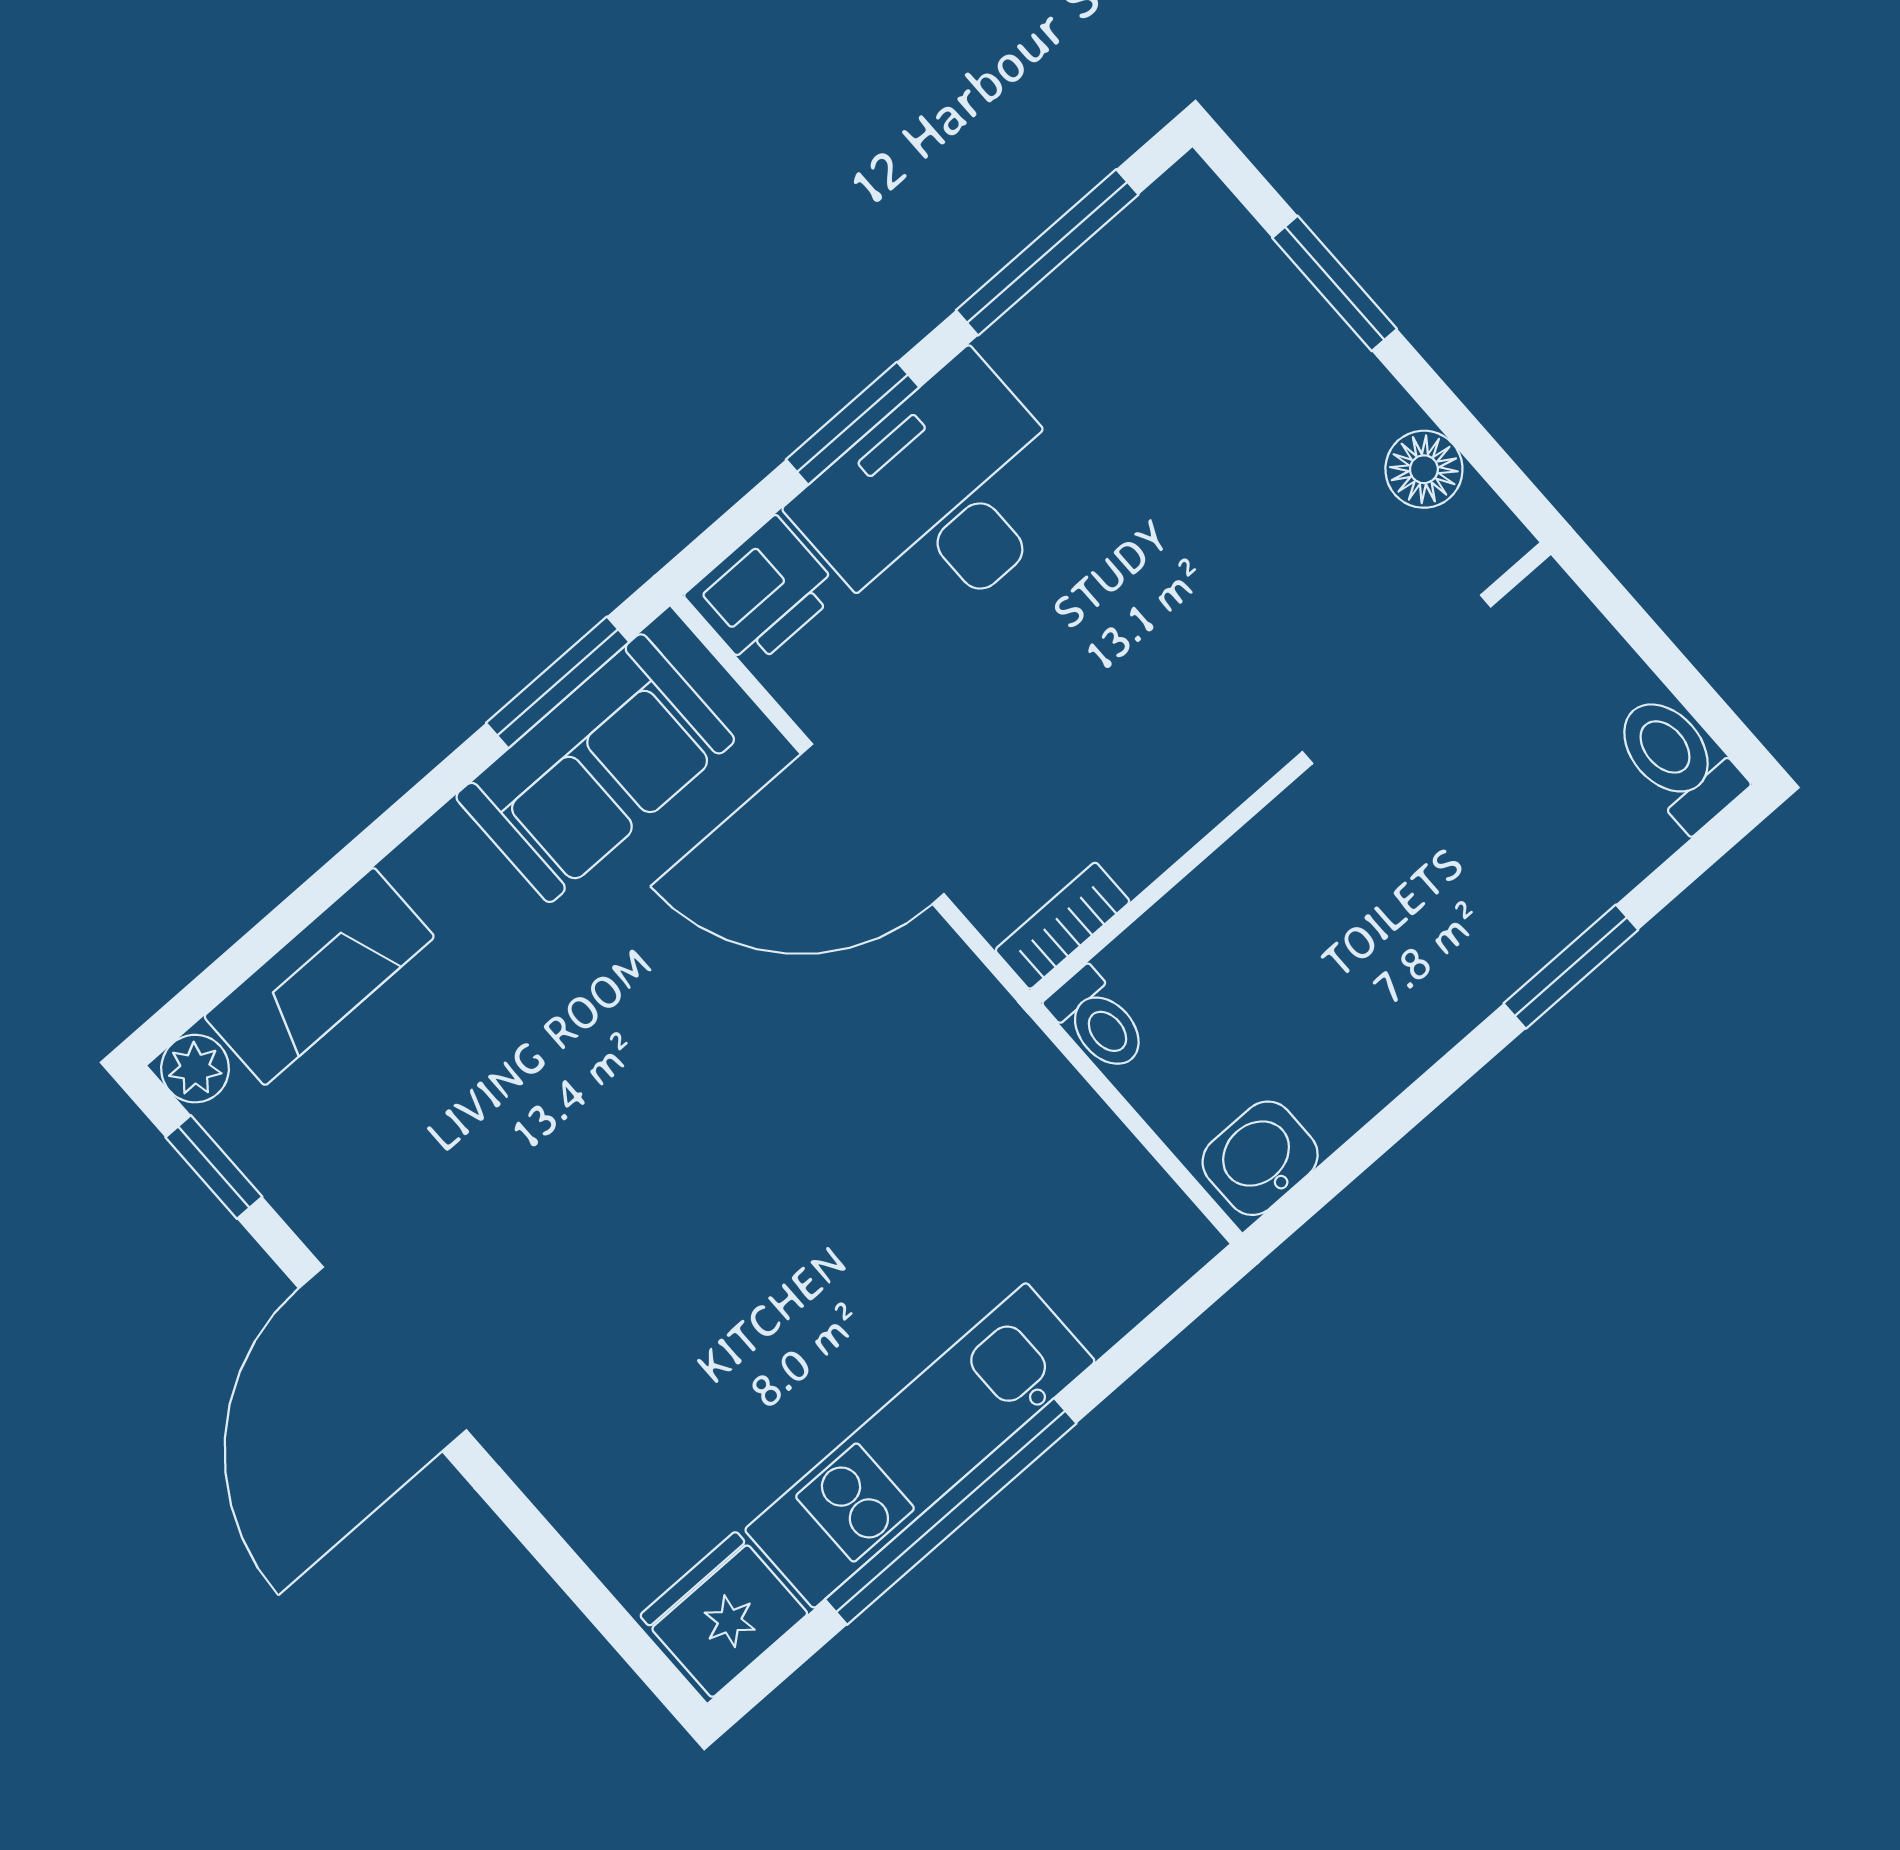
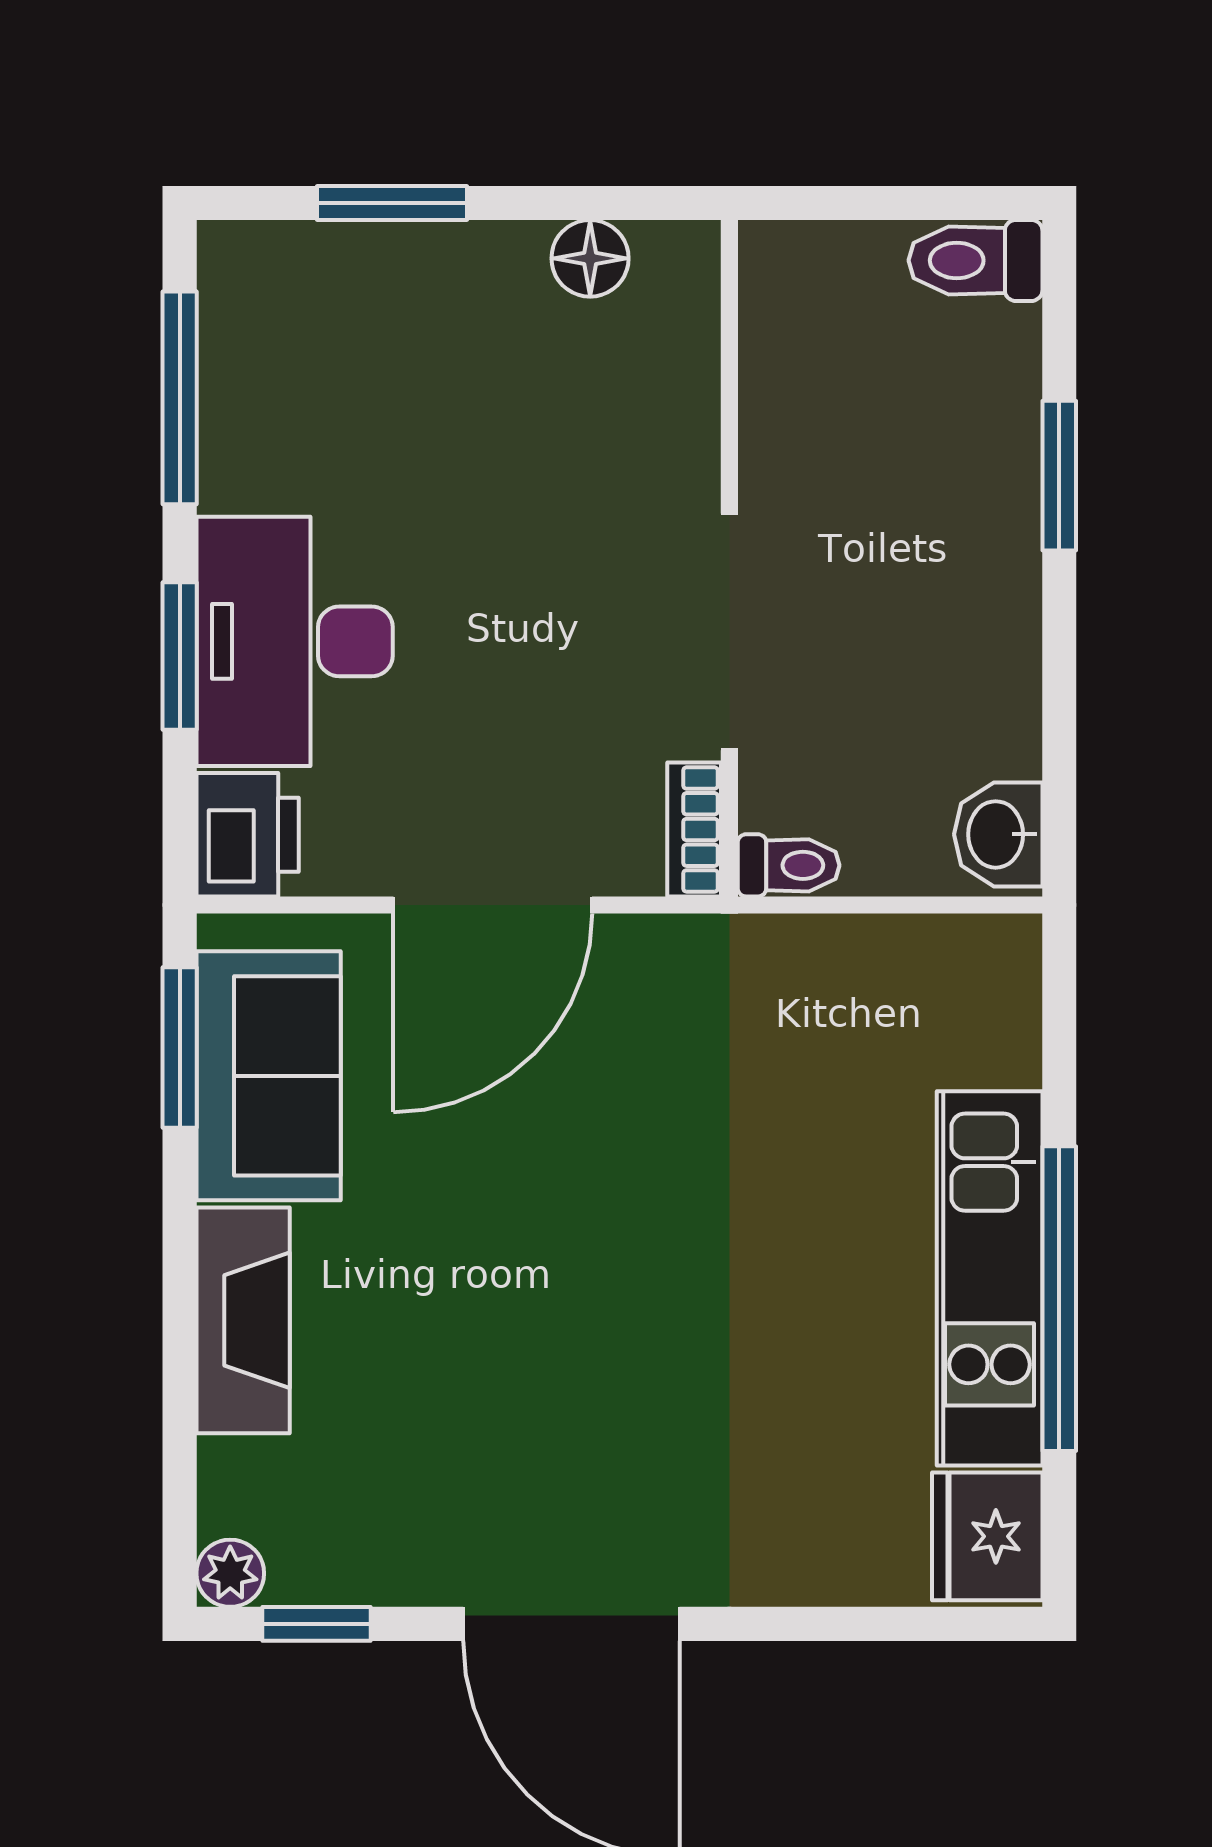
doorway: (1397, 679) -> (729, 632), moved
fireplace: (319, 977) -> (243, 1320), moved

